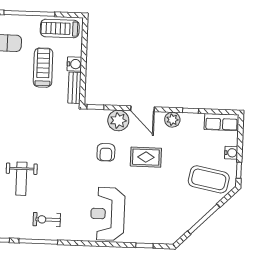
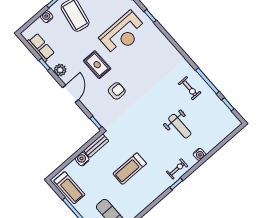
treadmill: (43, 68) -> (130, 169), moved
plant: (118, 120) -> (91, 101), removed
row of seats: (222, 122) -> (41, 47), moved
weight bench: (21, 179) -> (180, 126), turned 90
reception desk: (108, 214) -> (123, 34), moved

